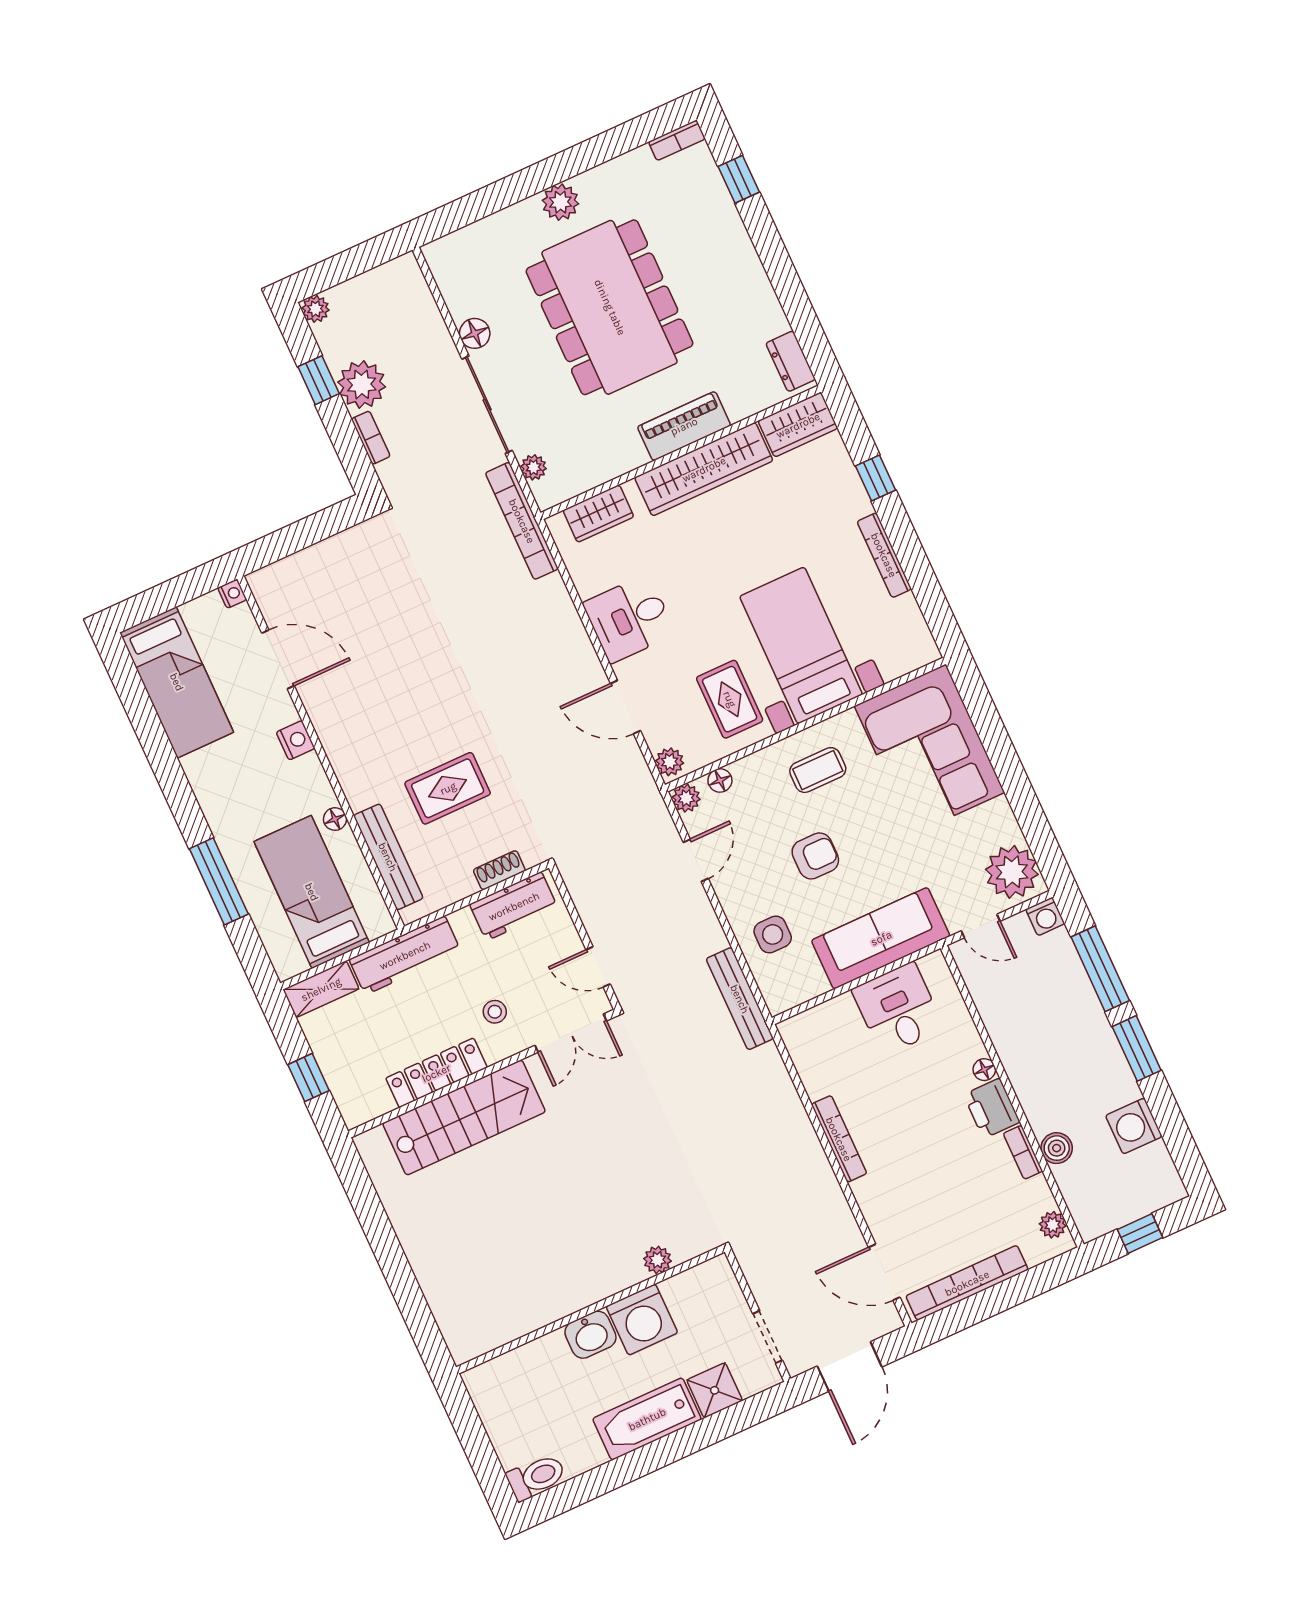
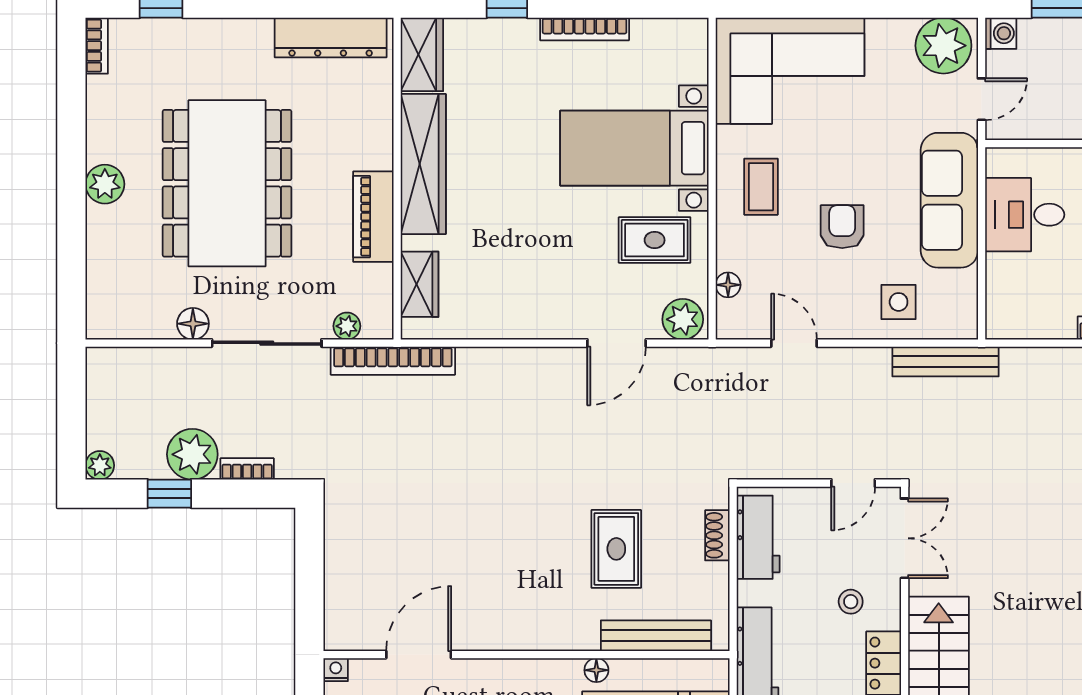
dining table: (610, 307) -> (227, 183), turned 90
dresser: (791, 361) -> (331, 38), width x1.96, depth x1.24
piano: (684, 426) -> (373, 217), moved
desk: (629, 619) -> (534, 301), removed
nightstand: (296, 740) -> (504, 673), removed
plant: (670, 762) -> (683, 319), width x1.38, depth x1.38
plant: (686, 798) -> (730, 325), removed

